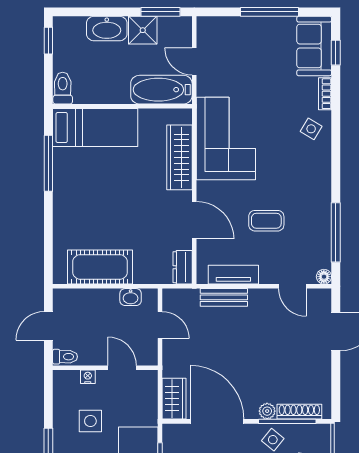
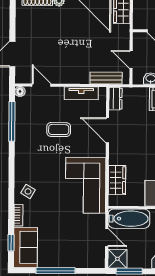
shower: (143, 30) -> (117, 259), moved
wardrobe: (180, 157) -> (117, 180), width x0.67
bench: (224, 297) -> (106, 78), moved

